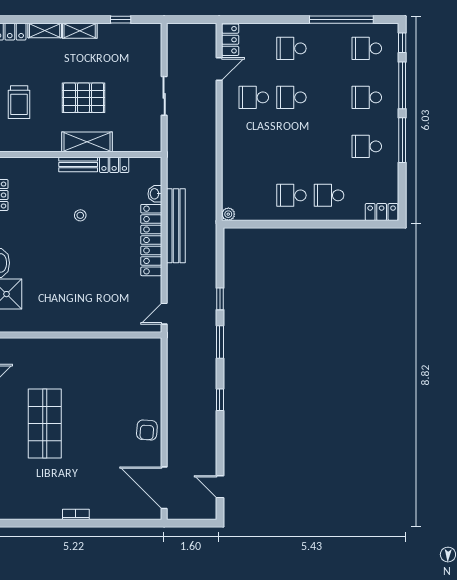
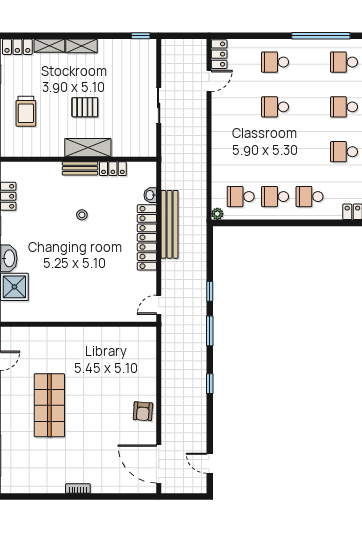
window: (121, 20) -> (141, 36), moved
school desk: (254, 97) -> (241, 197), moved
pallet: (83, 98) -> (85, 107), width x0.67, depth x0.71

